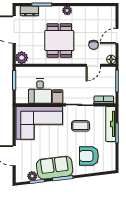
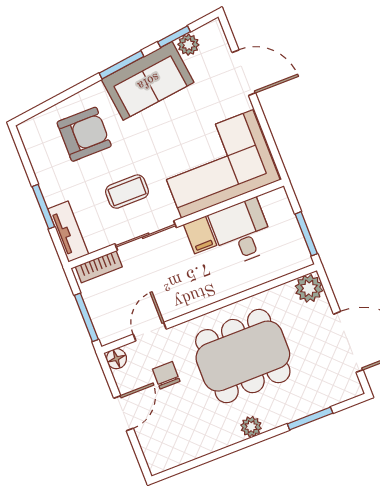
dresser: (29, 11) -> (331, 395), removed
dining table: (59, 40) -> (243, 356), width x1.38
tv unit: (111, 124) -> (68, 232), width x0.71

